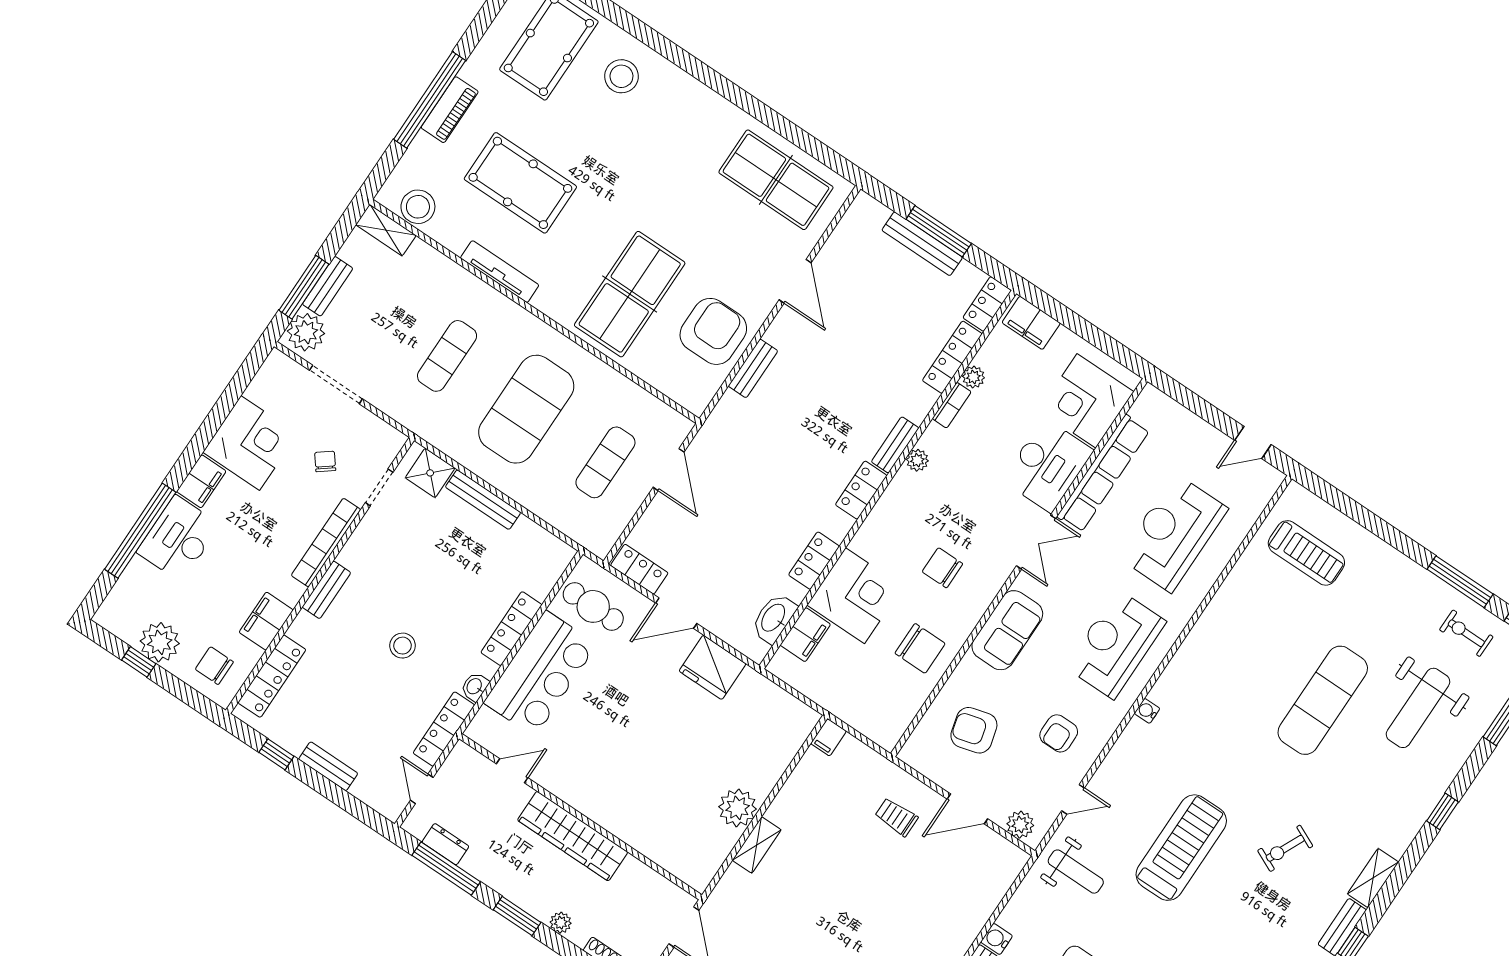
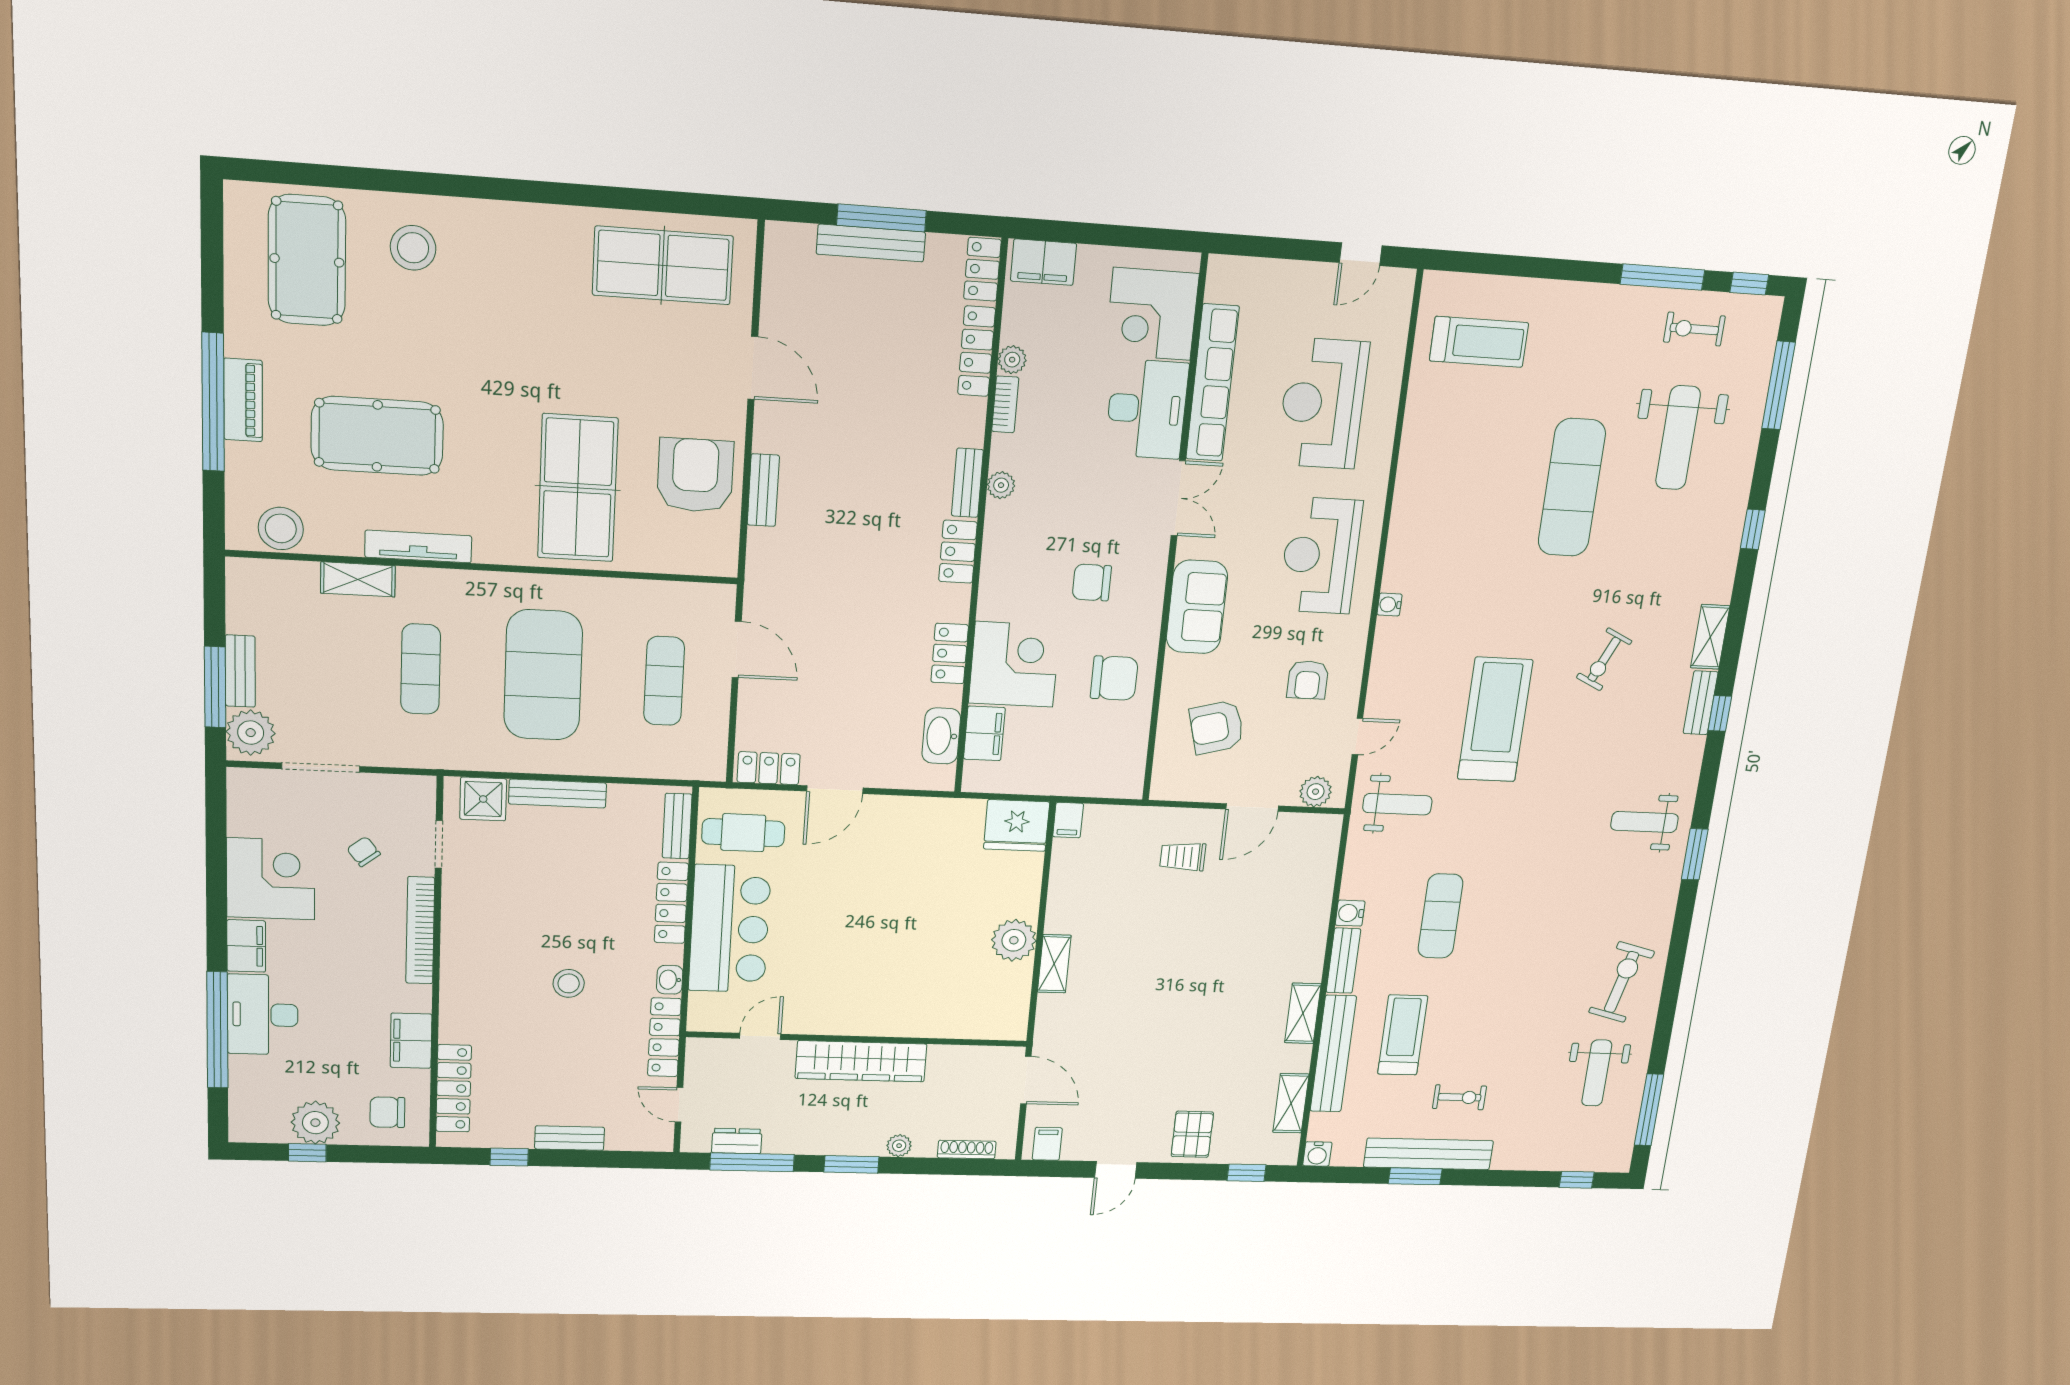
shelving: (386, 230) -> (358, 579), moved
bench: (326, 590) -> (677, 826), moved
fridge: (713, 667) -> (1017, 825), moved

